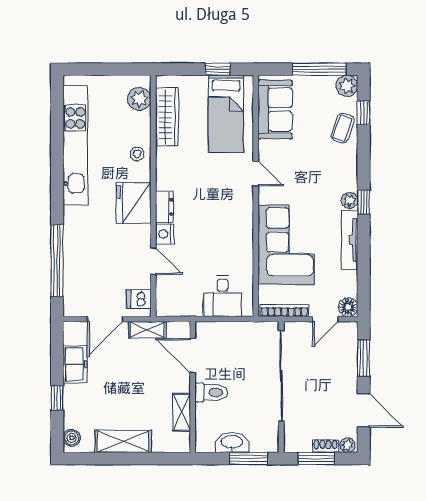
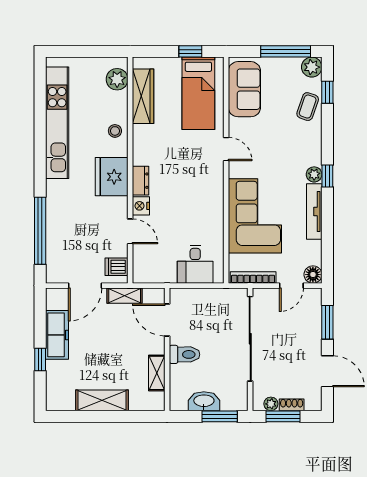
freezer: (75, 364) -> (57, 335), width x1.40
boiler: (72, 438) -> (54, 397), removed
plant: (348, 445) -> (271, 404), moved

